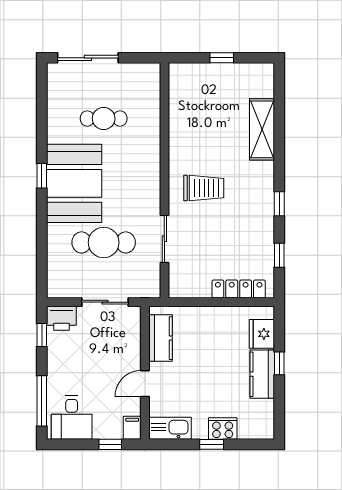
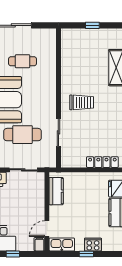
door: (145, 384) -> (47, 229), moved
window: (110, 444) -> (13, 254), moved

